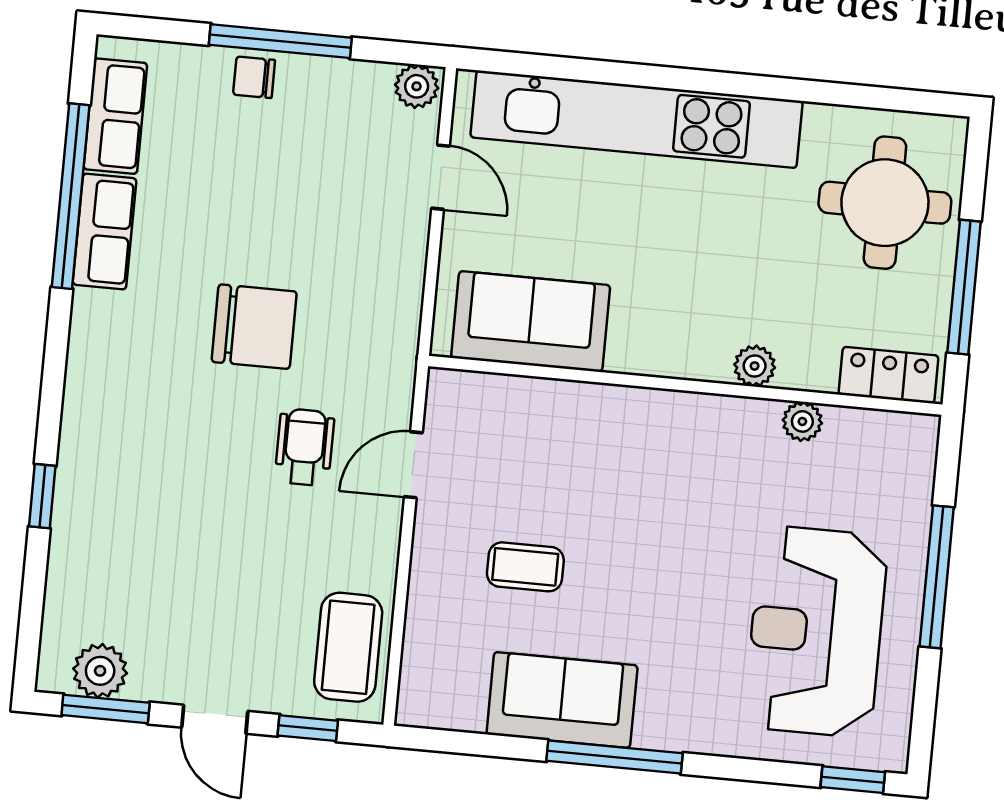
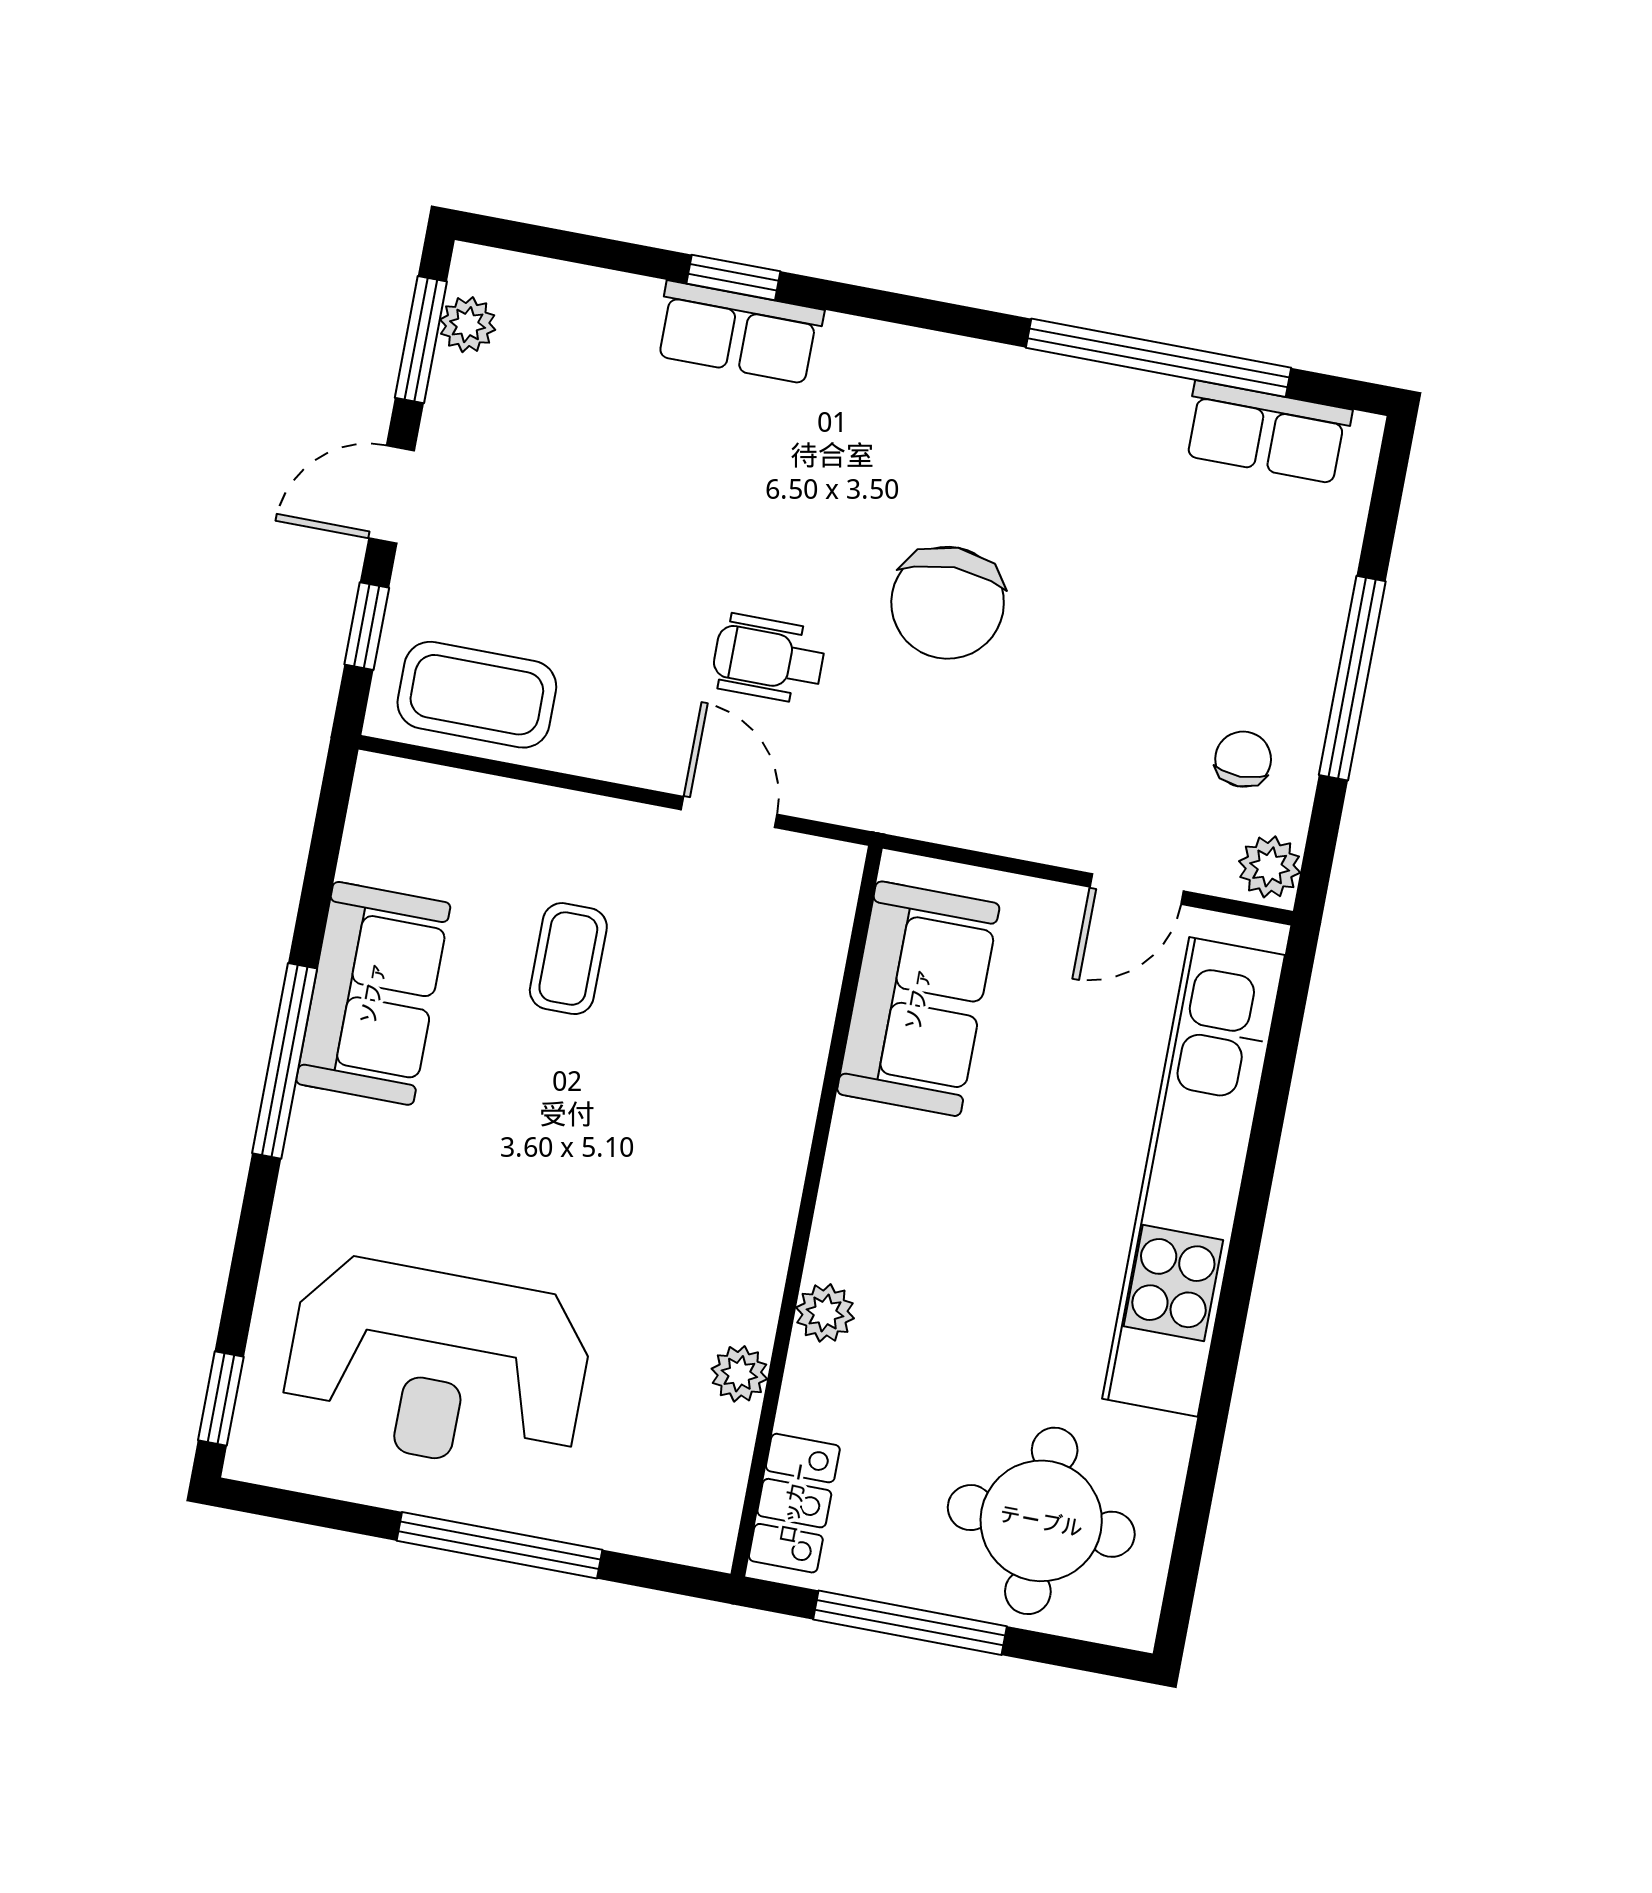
chair: (254, 77) -> (1243, 759), moved
row of seats: (105, 232) -> (739, 333), moved
wheelchair: (305, 447) -> (769, 659), turned 180
reception desk: (816, 632) -> (437, 1365), turned 180
plant: (100, 671) -> (468, 325), width x0.73, depth x0.73

